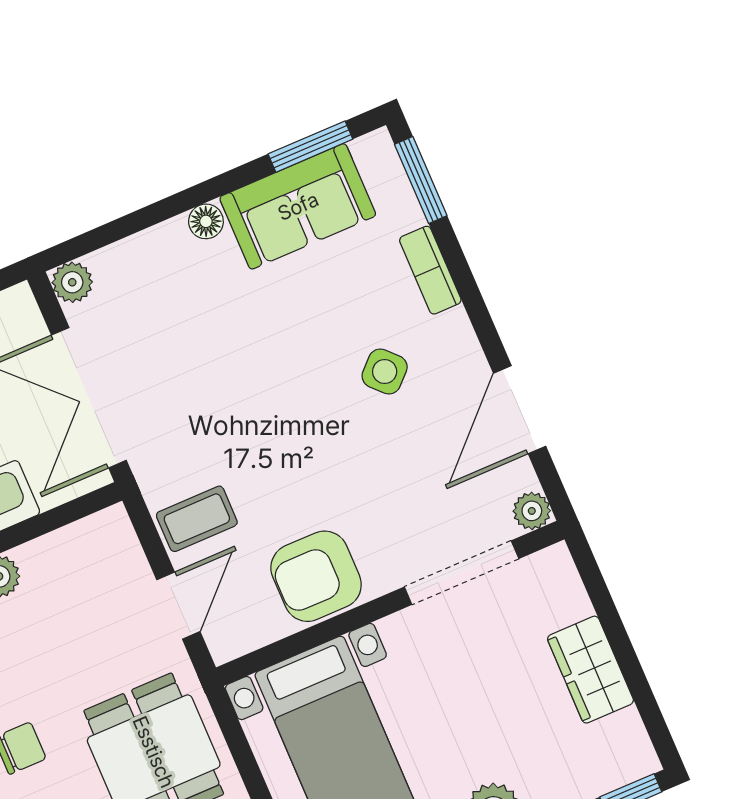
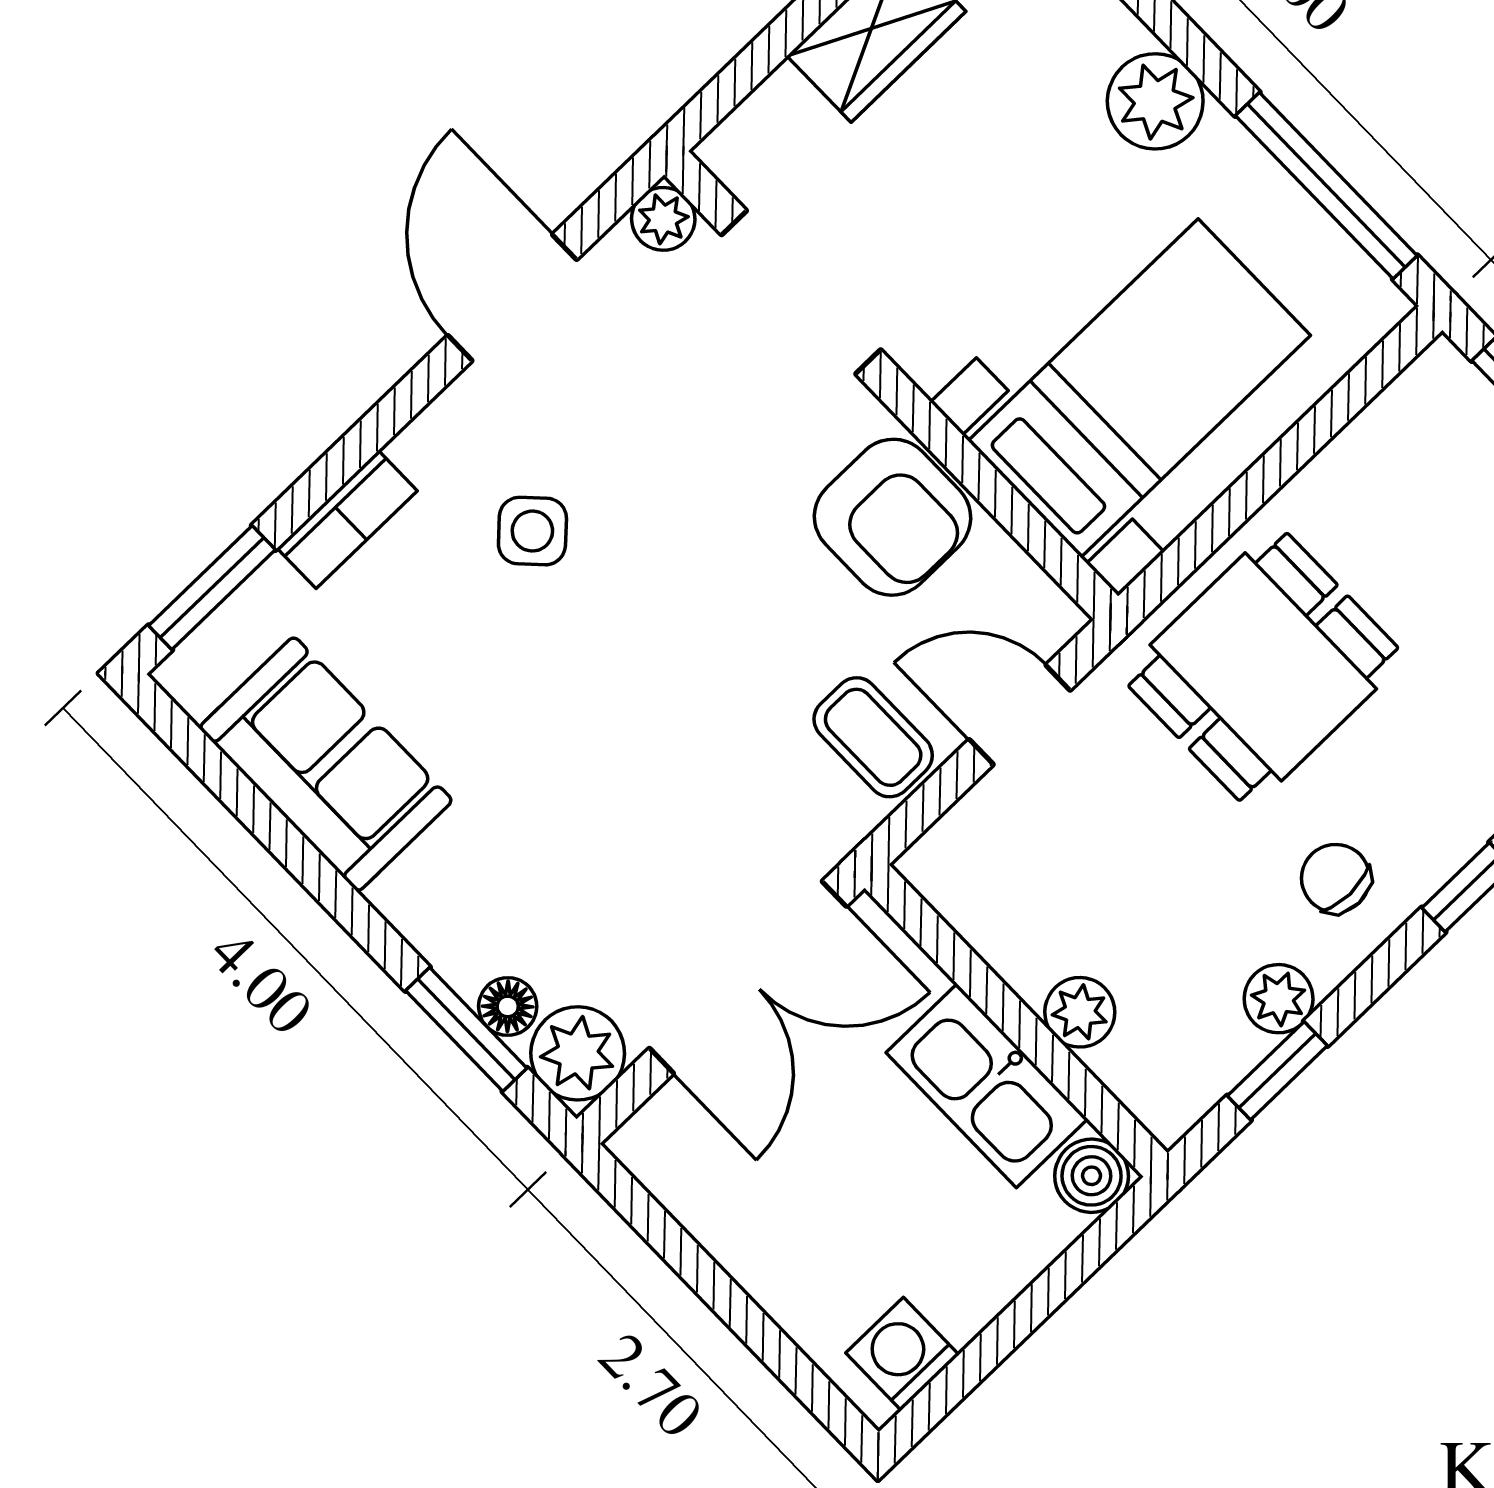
window: (310, 147) -> (466, 1029), moved
floor lamp: (206, 221) -> (508, 1006), moved
plant: (72, 282) -> (578, 1053), width x1.38, depth x1.38
door: (520, 410) -> (512, 298), swing flipped

